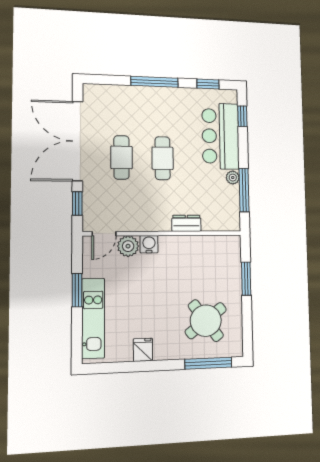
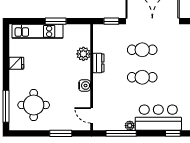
dresser: (186, 223) -> (98, 63), moved
door: (104, 234) -> (92, 115), moved
water cooler: (149, 244) -> (85, 86), moved
round table: (206, 321) -> (34, 105), turned 37

